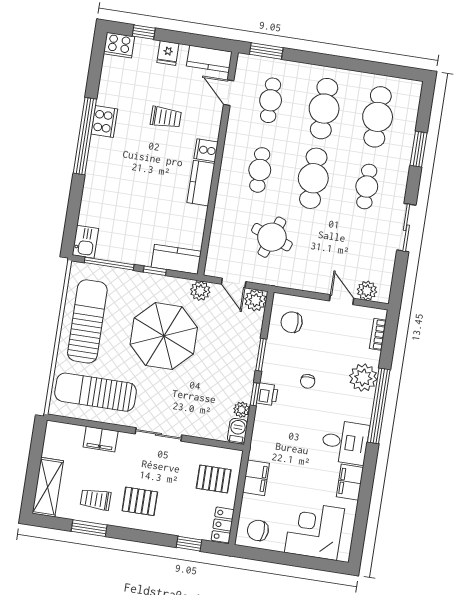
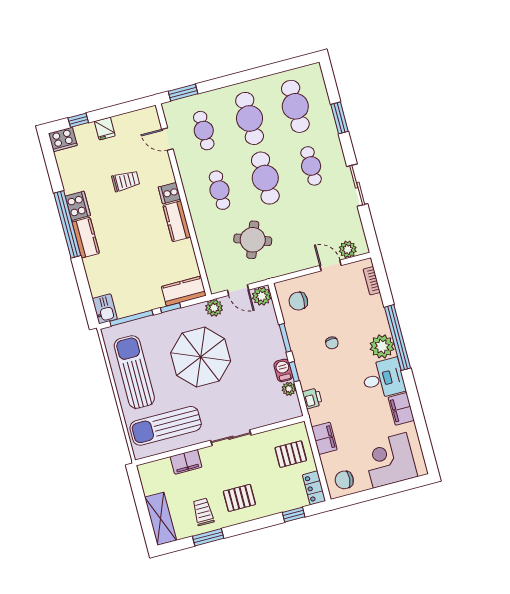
kitchen counter: (209, 59) -> (86, 238), moved, turned -90
plant: (363, 378) -> (382, 346), moved
printer: (267, 394) -> (312, 398), moved
barbecue: (237, 431) -> (283, 370), moved
trolley: (96, 499) -> (203, 512), turned 90

